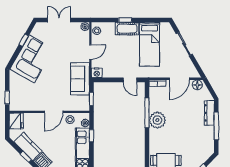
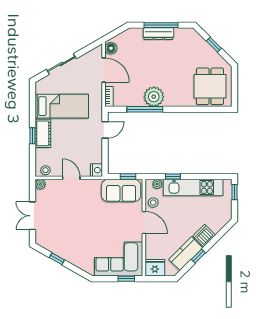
corner sofa: (32, 59) -> (119, 259), moved, turned -30
sofa: (80, 79) -> (121, 190), moved
dresser: (209, 113) -> (158, 34), moved

